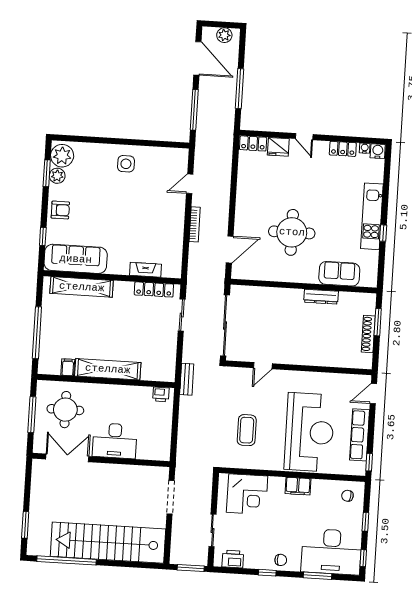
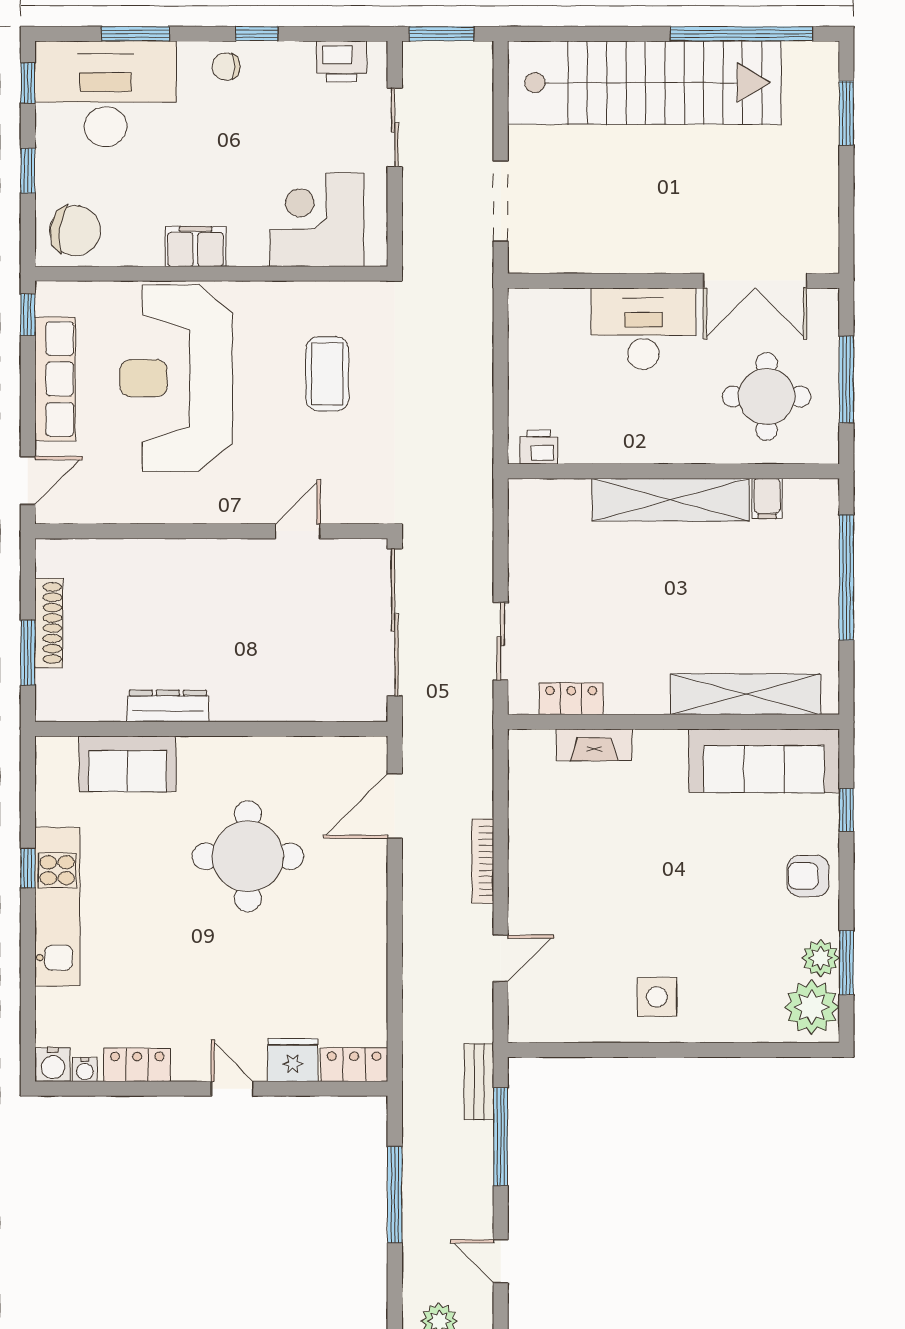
door: (197, 58) -> (501, 1261), width x0.53
locker: (154, 289) -> (571, 699), width x0.66
bench: (187, 379) -> (479, 1082), moved
chair: (347, 496) -> (75, 231), width x1.87, depth x1.87

